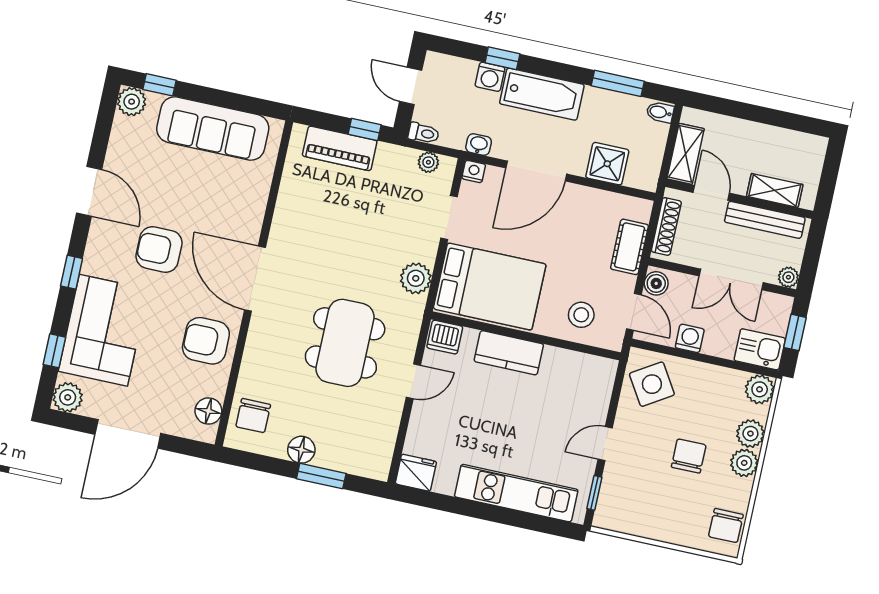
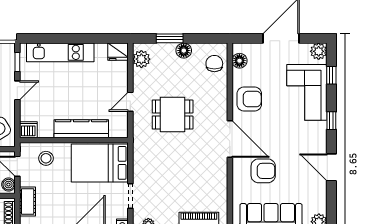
armchair: (159, 249) -> (263, 171), moved
plant: (416, 278) -> (141, 59), moved
dishwasher: (445, 337) -> (28, 130), moved
dining table: (345, 343) -> (173, 115), width x0.73
kitchen counter: (509, 353) -> (81, 129), width x1.50

